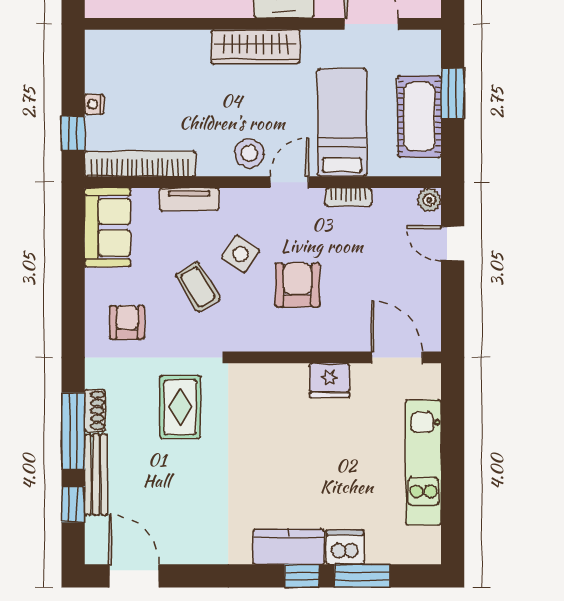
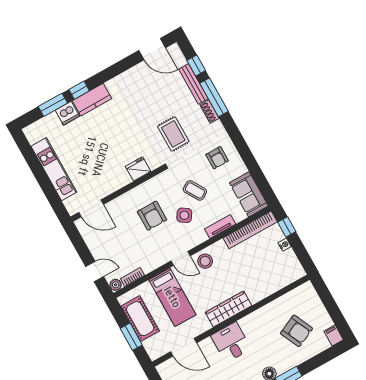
door: (289, 182) -> (181, 258), hinge flipped
bookcase: (348, 197) -> (132, 277), moved
fridge: (329, 380) -> (138, 169), moved

